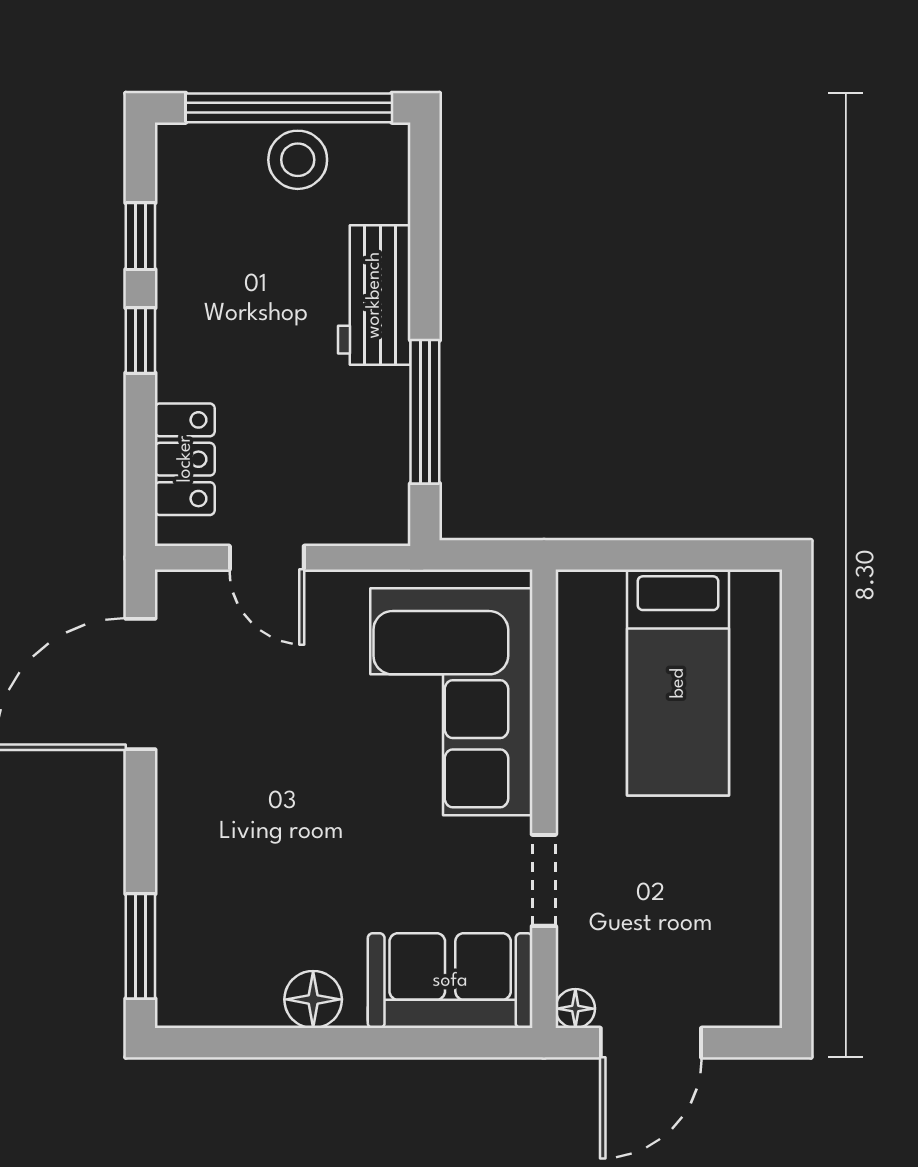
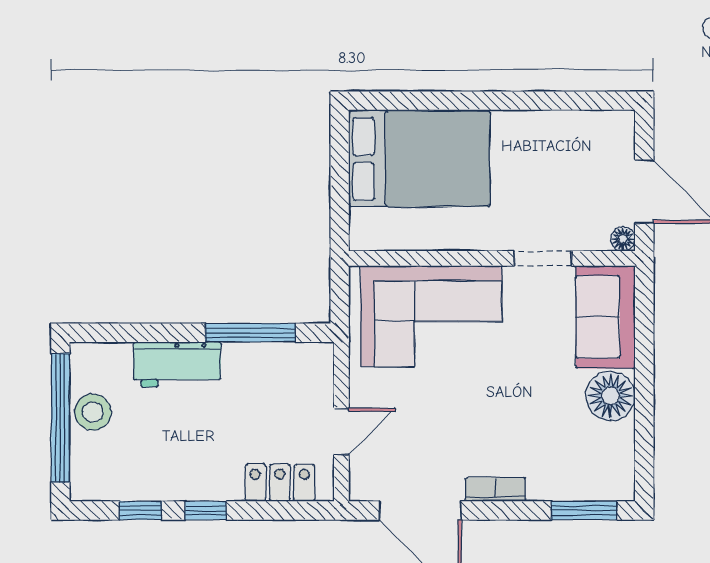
bed: (678, 683) -> (419, 159), width x1.50
bookcase: (174, 805) -> (496, 489), added
floor lamp: (313, 999) -> (611, 396), width x1.38, depth x1.38

